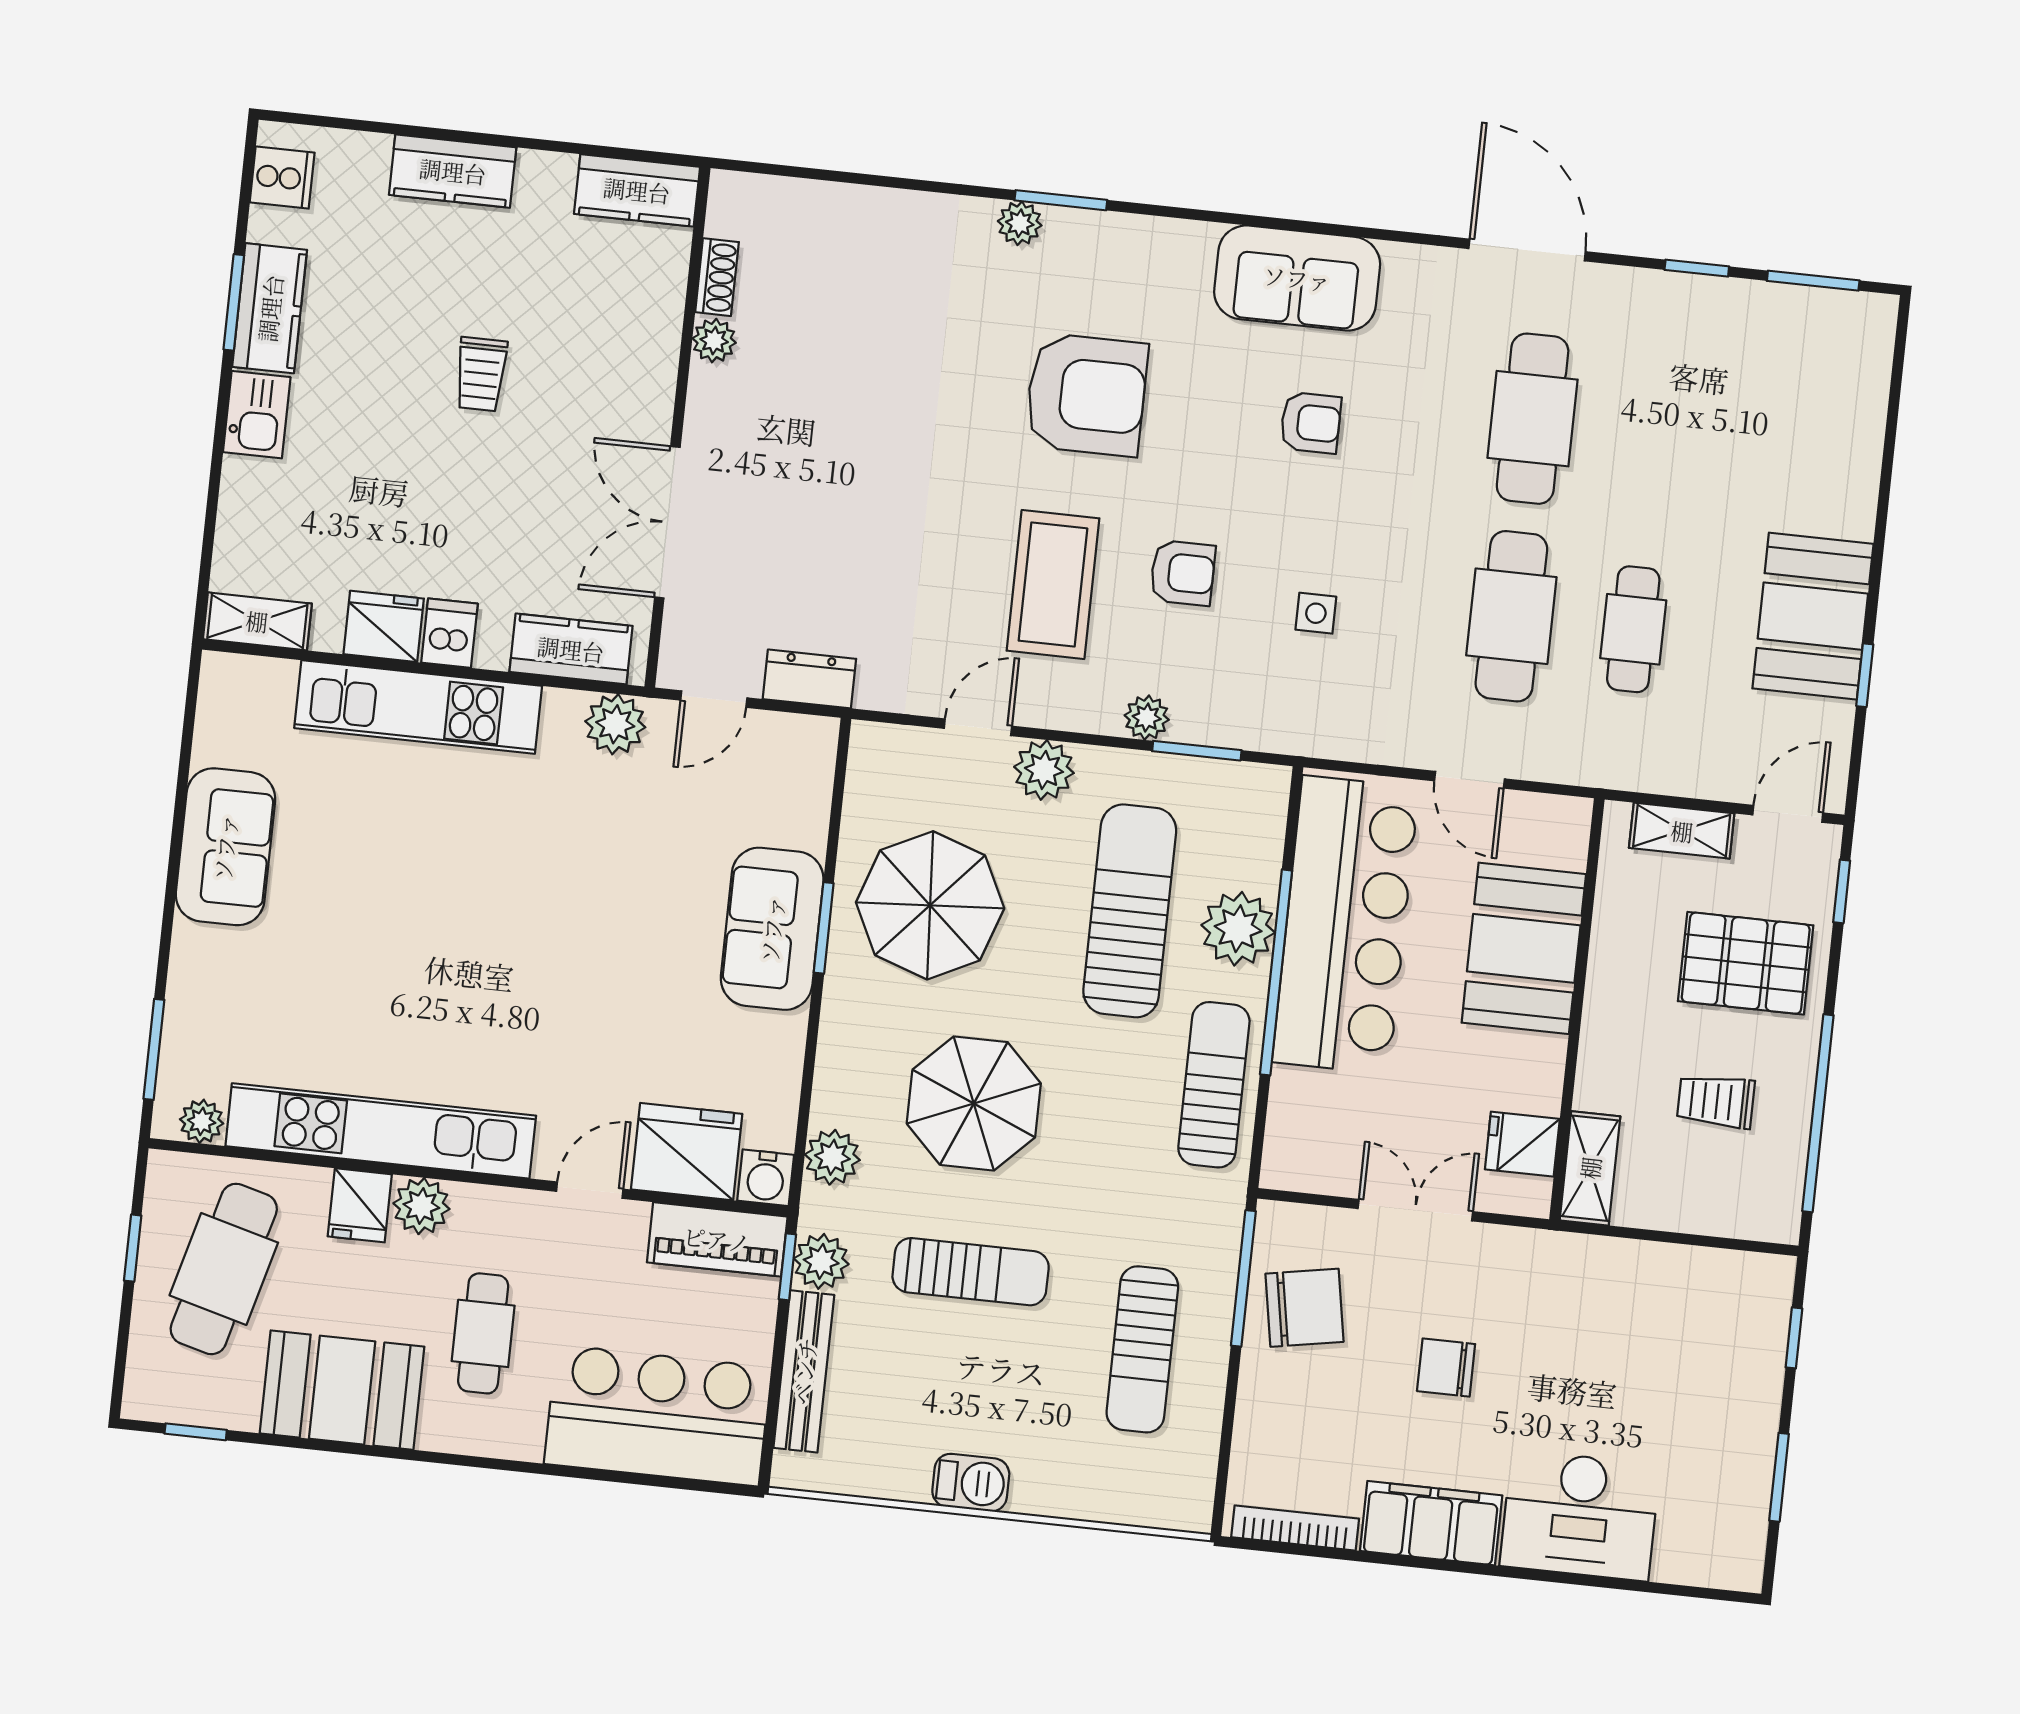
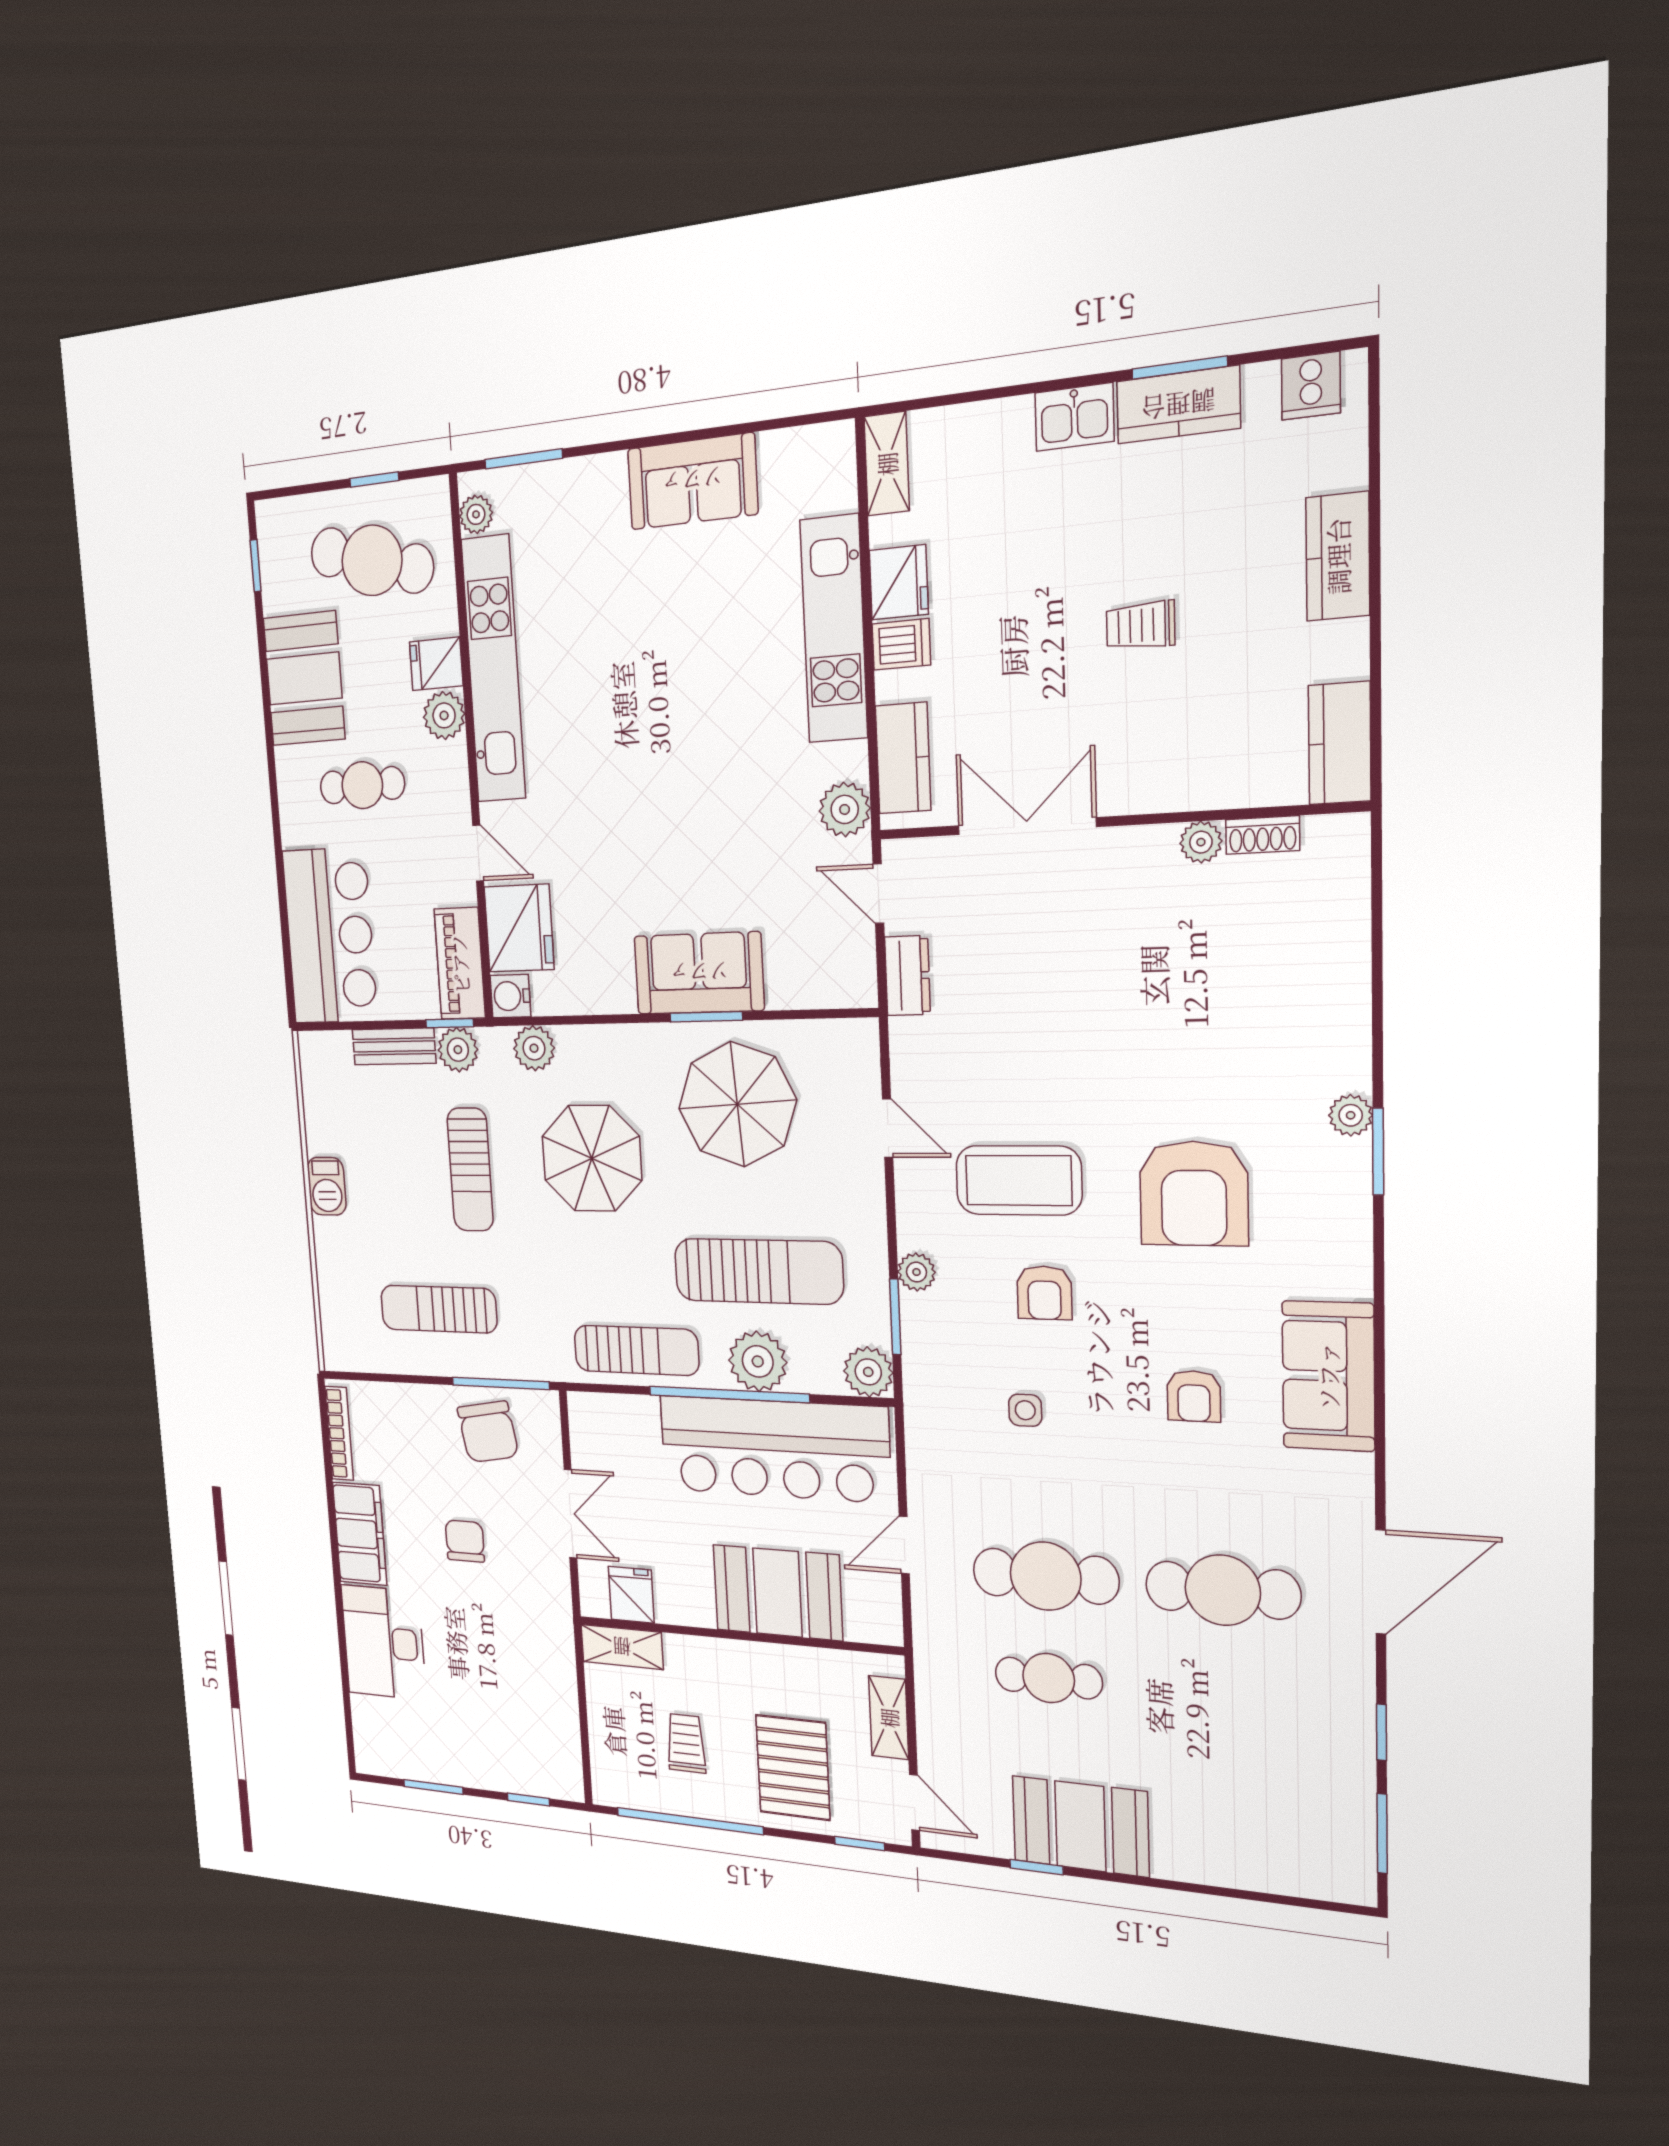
plant: (1044, 770) -> (868, 1372), moved
bench: (804, 1371) -> (394, 1046), width x0.73

